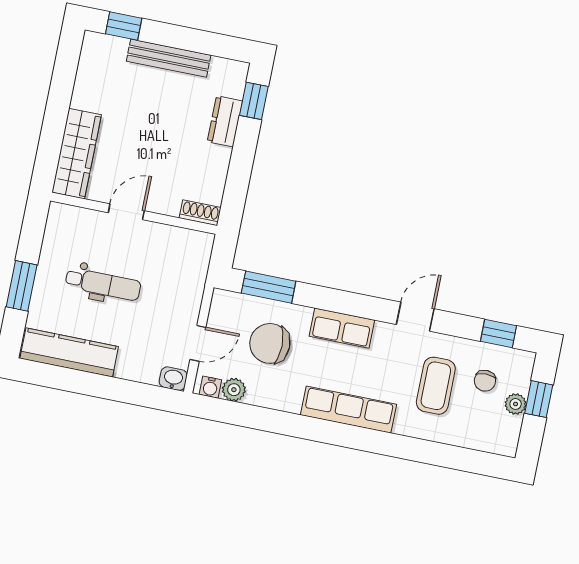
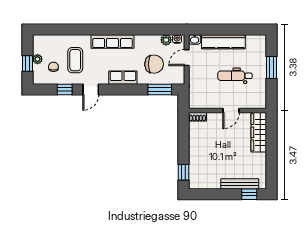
bench: (169, 58) -> (240, 184), moved
dresser: (225, 121) -> (195, 160), removed
window: (499, 333) -> (65, 89), moved
kitchen counter: (69, 352) -> (223, 42), moved

